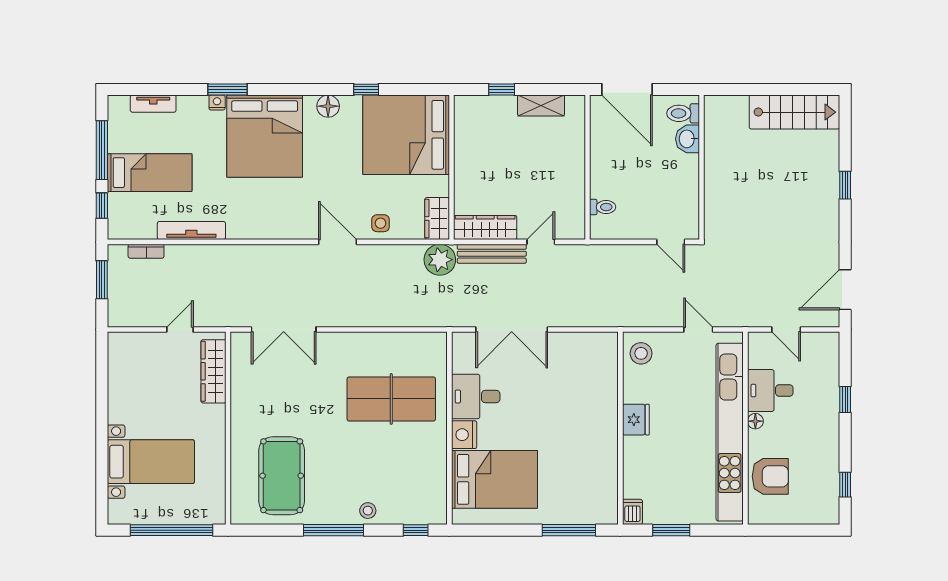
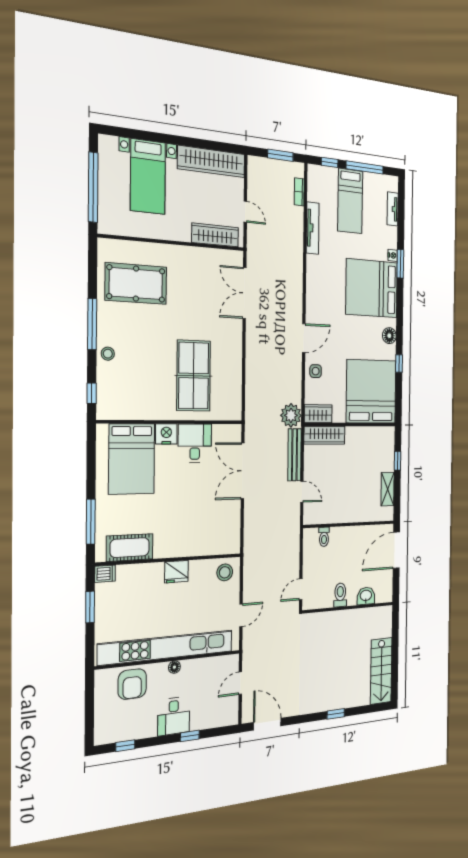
toilet: (683, 113) -> (340, 595), moved
wardrobe: (485, 227) -> (324, 435), moved, turned 90
wardrobe: (122, 377) -> (211, 161), added
desk: (770, 391) -> (174, 716), moved, turned 180
cot: (603, 481) -> (130, 548), added

